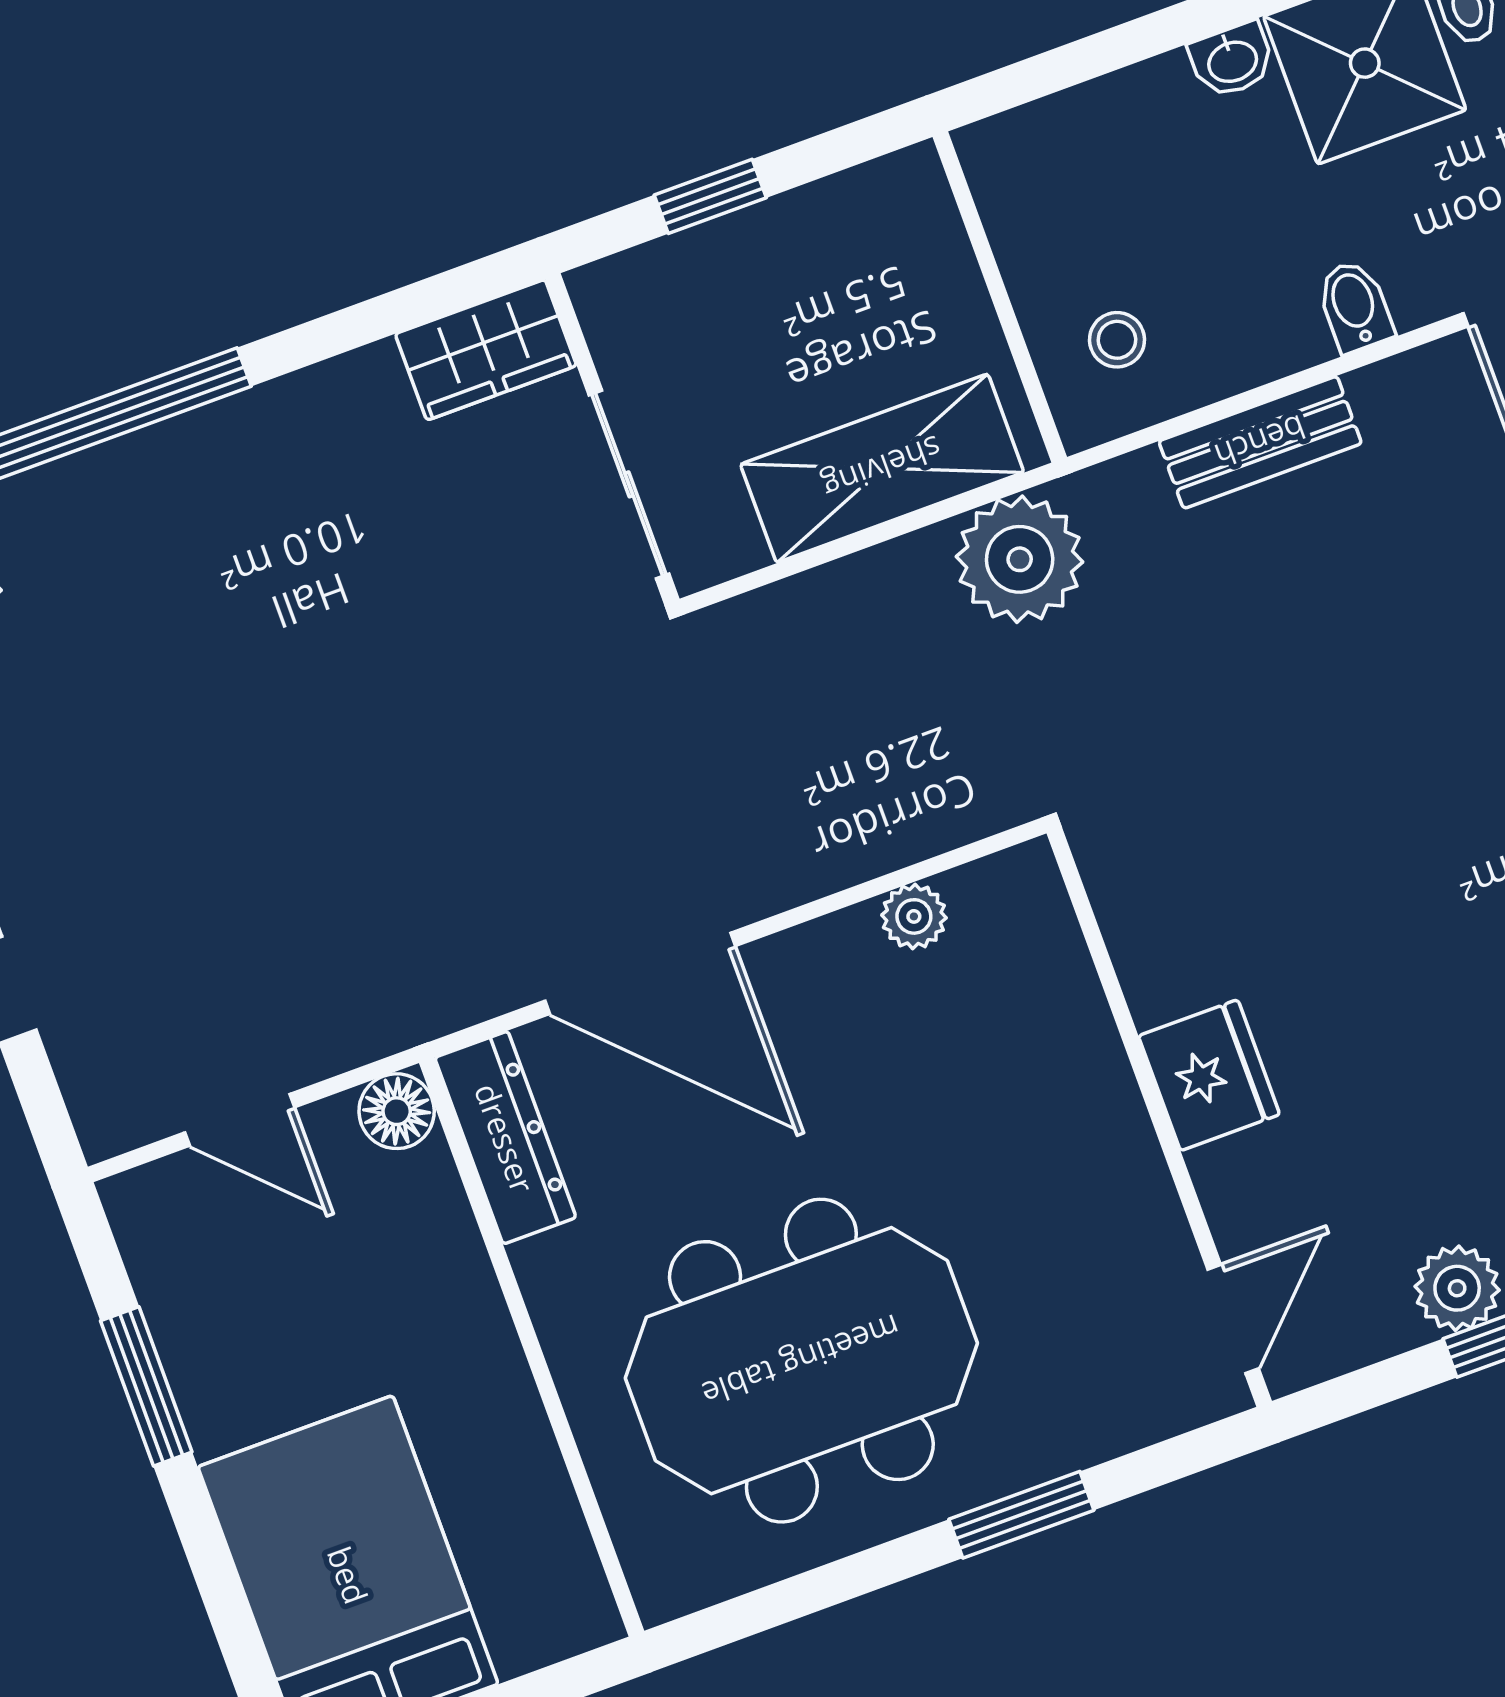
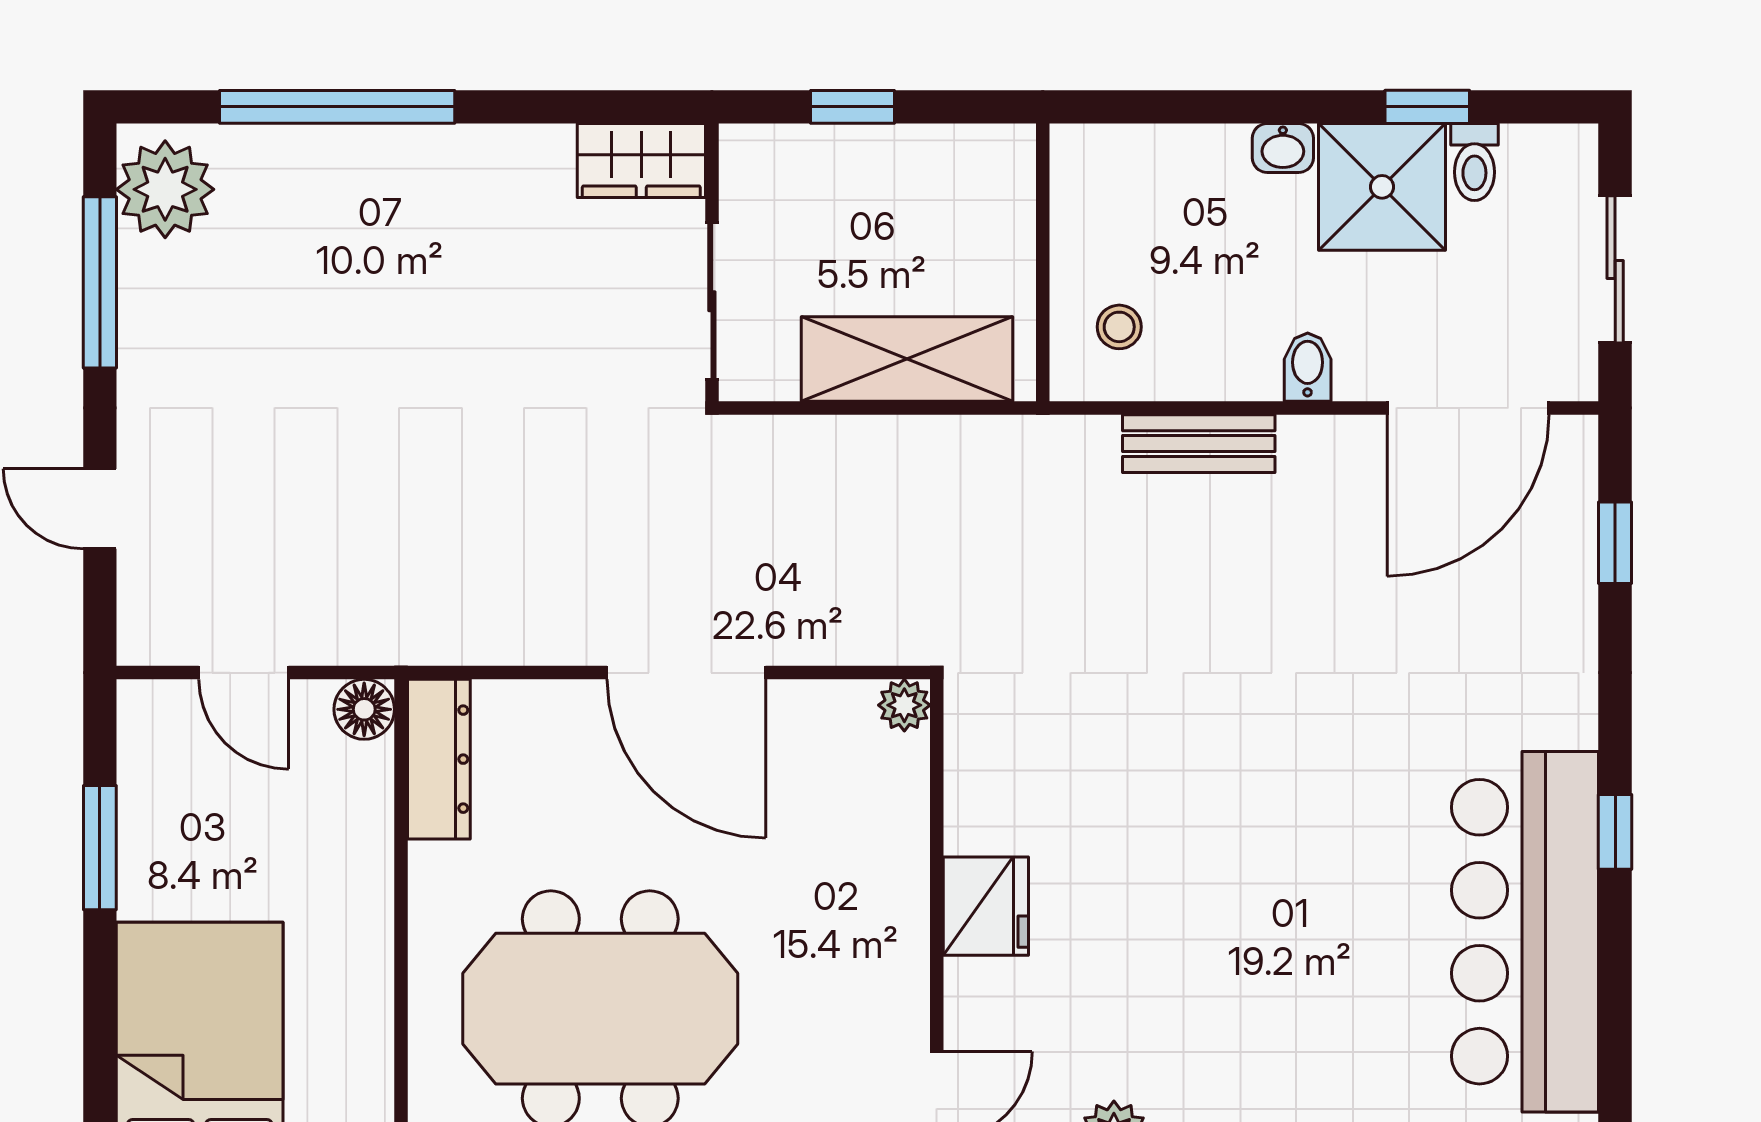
plant: (1020, 559) -> (985, 465), removed
plant: (914, 916) -> (904, 705), moved
door: (640, 973) -> (686, 673), moved

